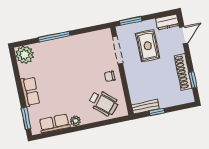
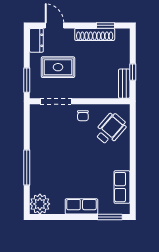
plant: (75, 121) -> (124, 164), removed

